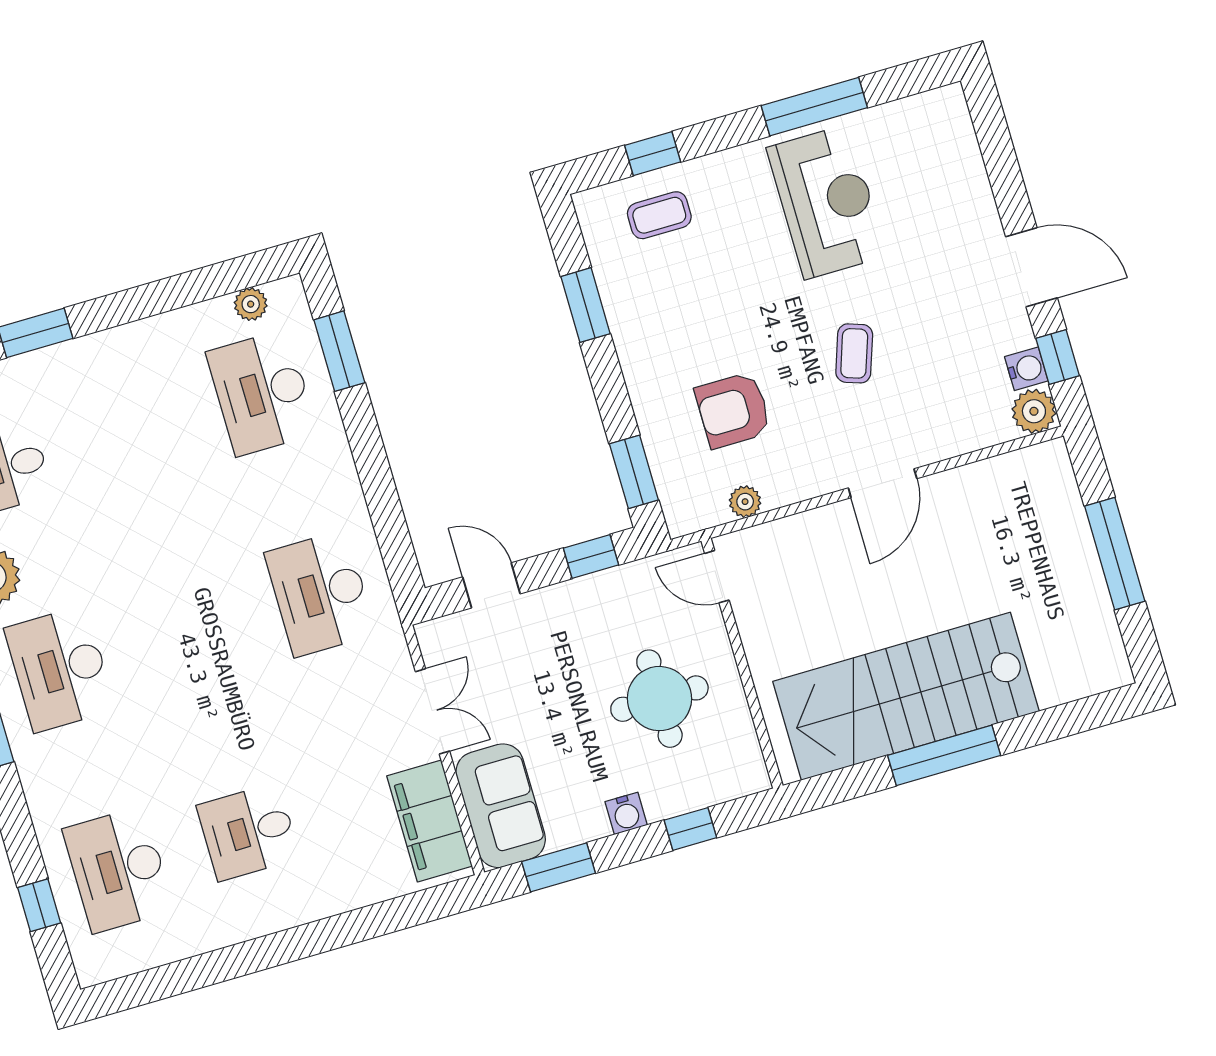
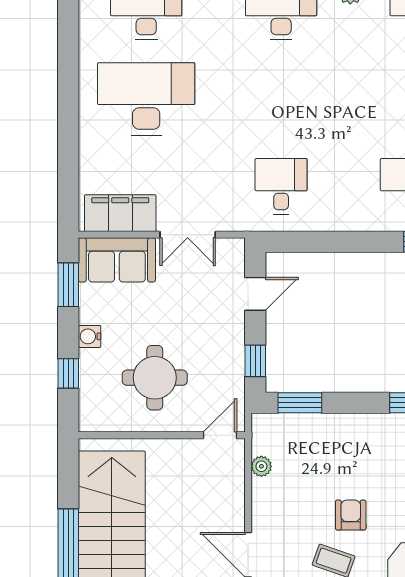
armchair: (733, 410) -> (351, 515), moved, width x0.72, depth x0.72
desk: (320, 593) -> (281, 186), width x0.73
desk: (248, 832) -> (146, 99), width x1.87, depth x1.30

